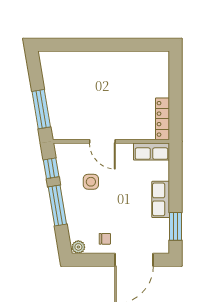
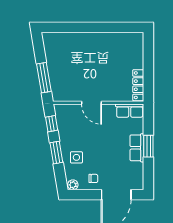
side table: (91, 182) -> (76, 157), moved
window: (57, 205) -> (56, 153), width x0.69
window: (176, 226) -> (148, 146), moved

